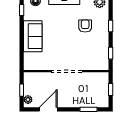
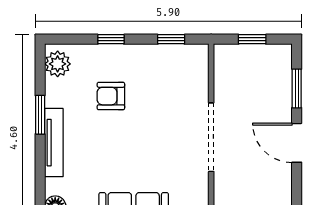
door: (48, 109) -> (297, 143), moved

